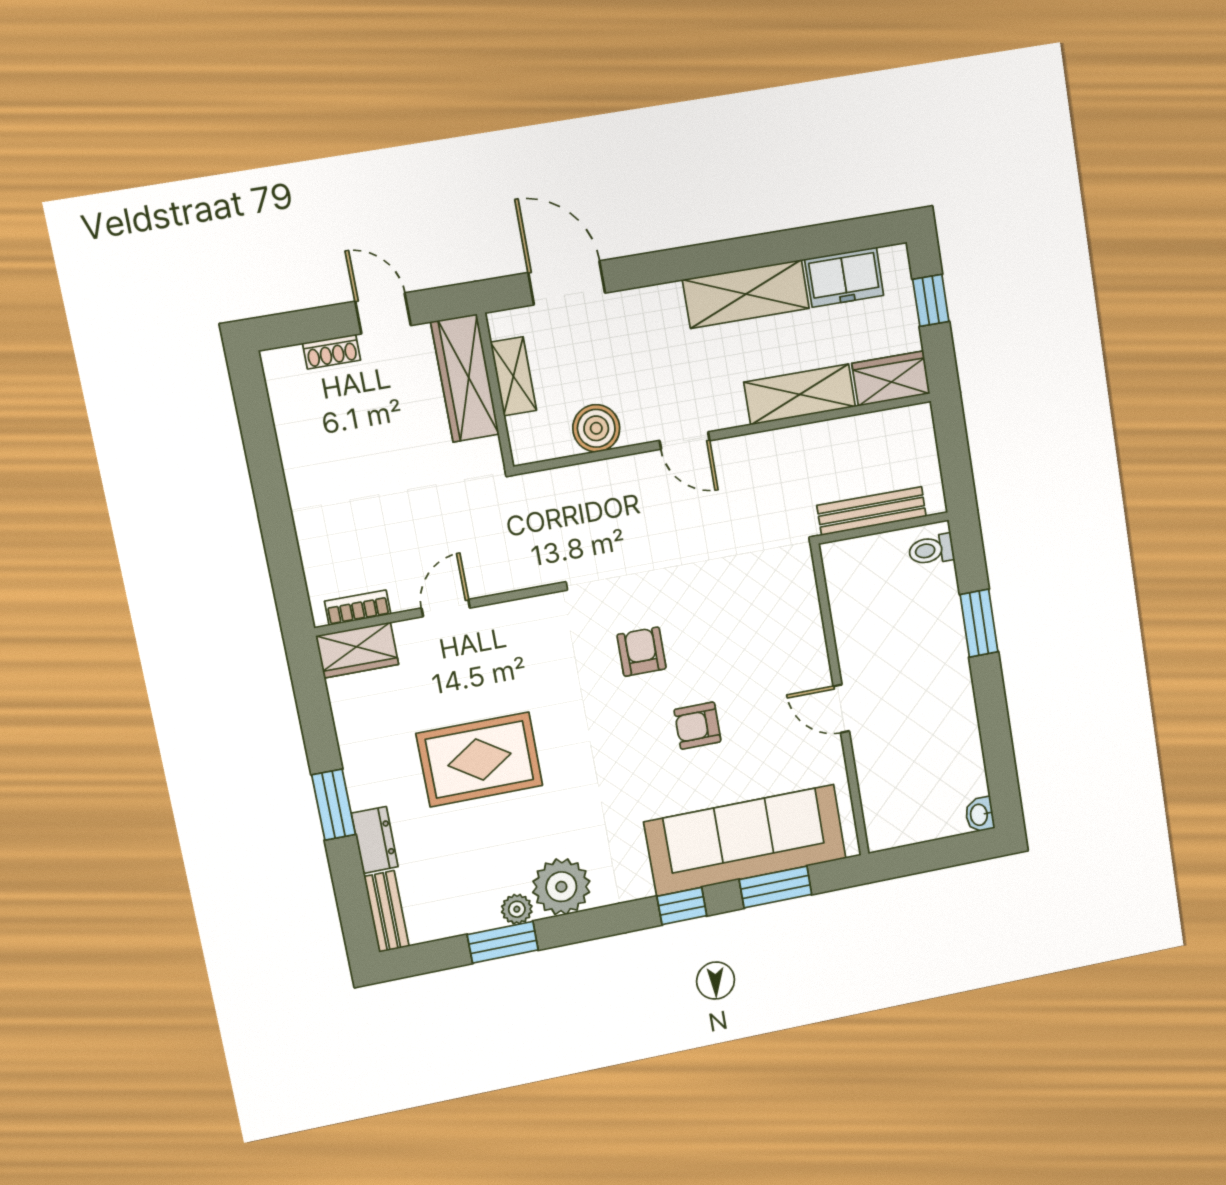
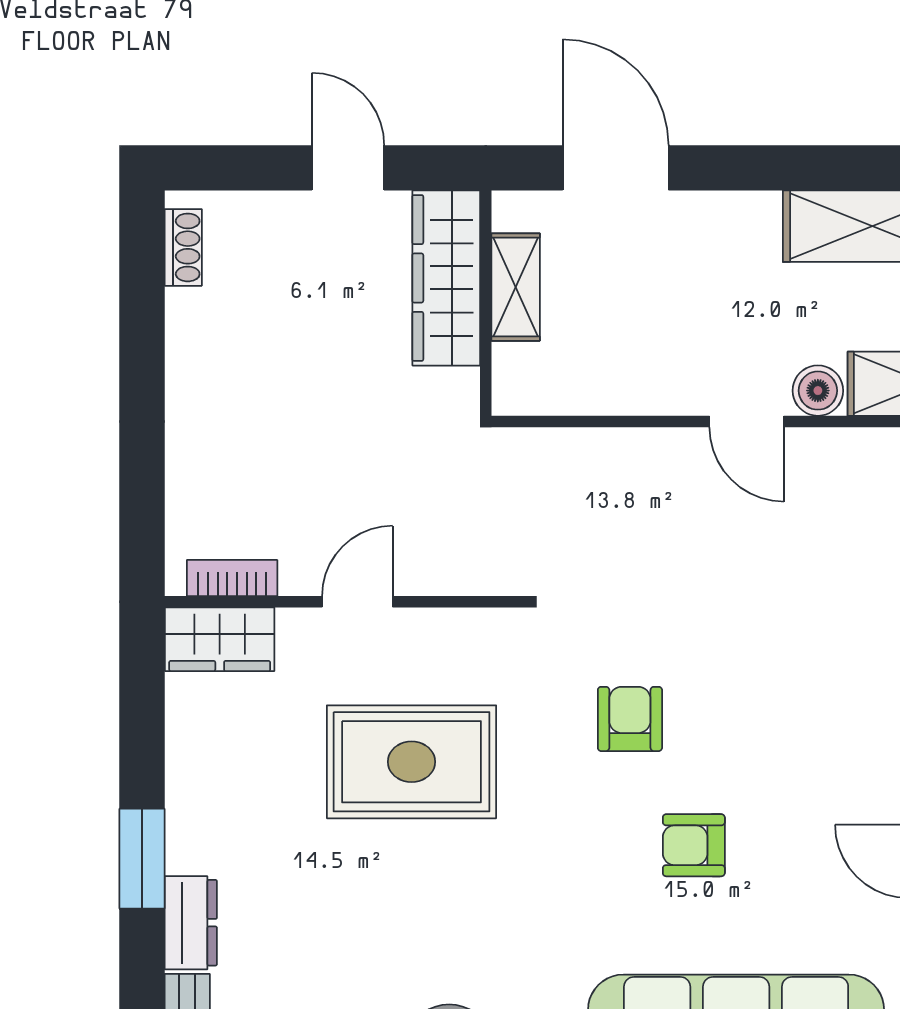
shoe rack: (332, 352) -> (183, 247), moved, turned -90
boiler: (596, 428) -> (818, 391), moved, width x0.73, depth x0.73
rug: (479, 760) -> (412, 762), moved

